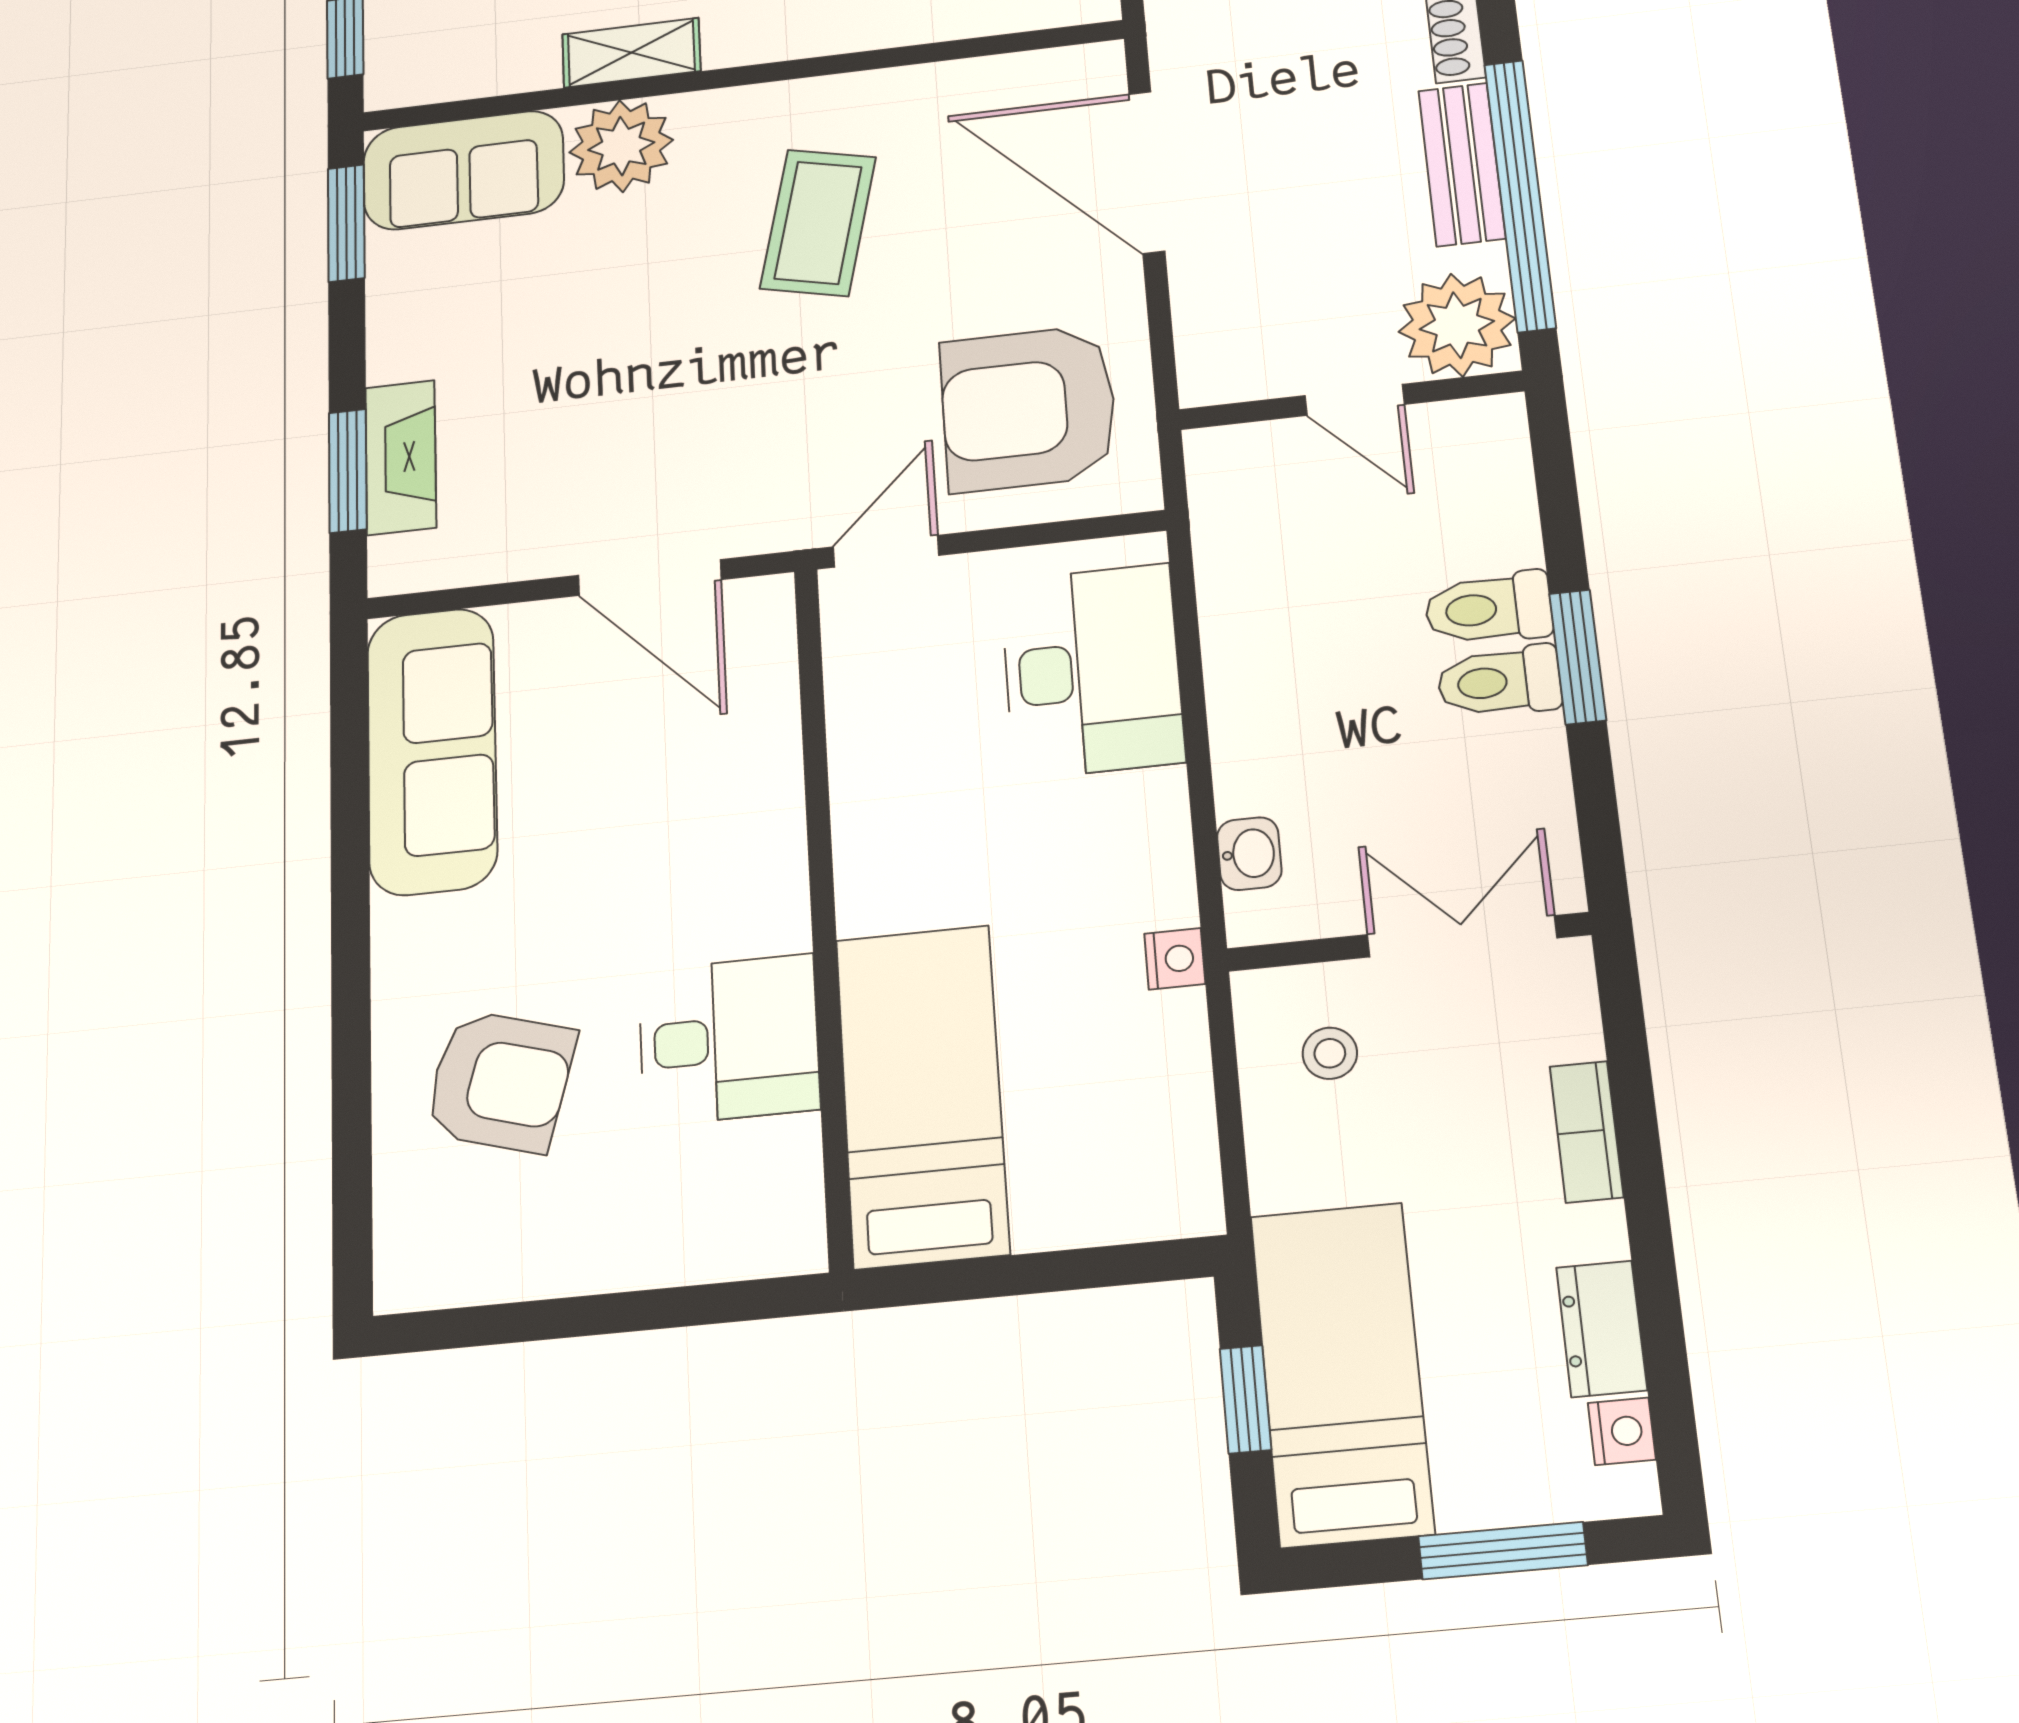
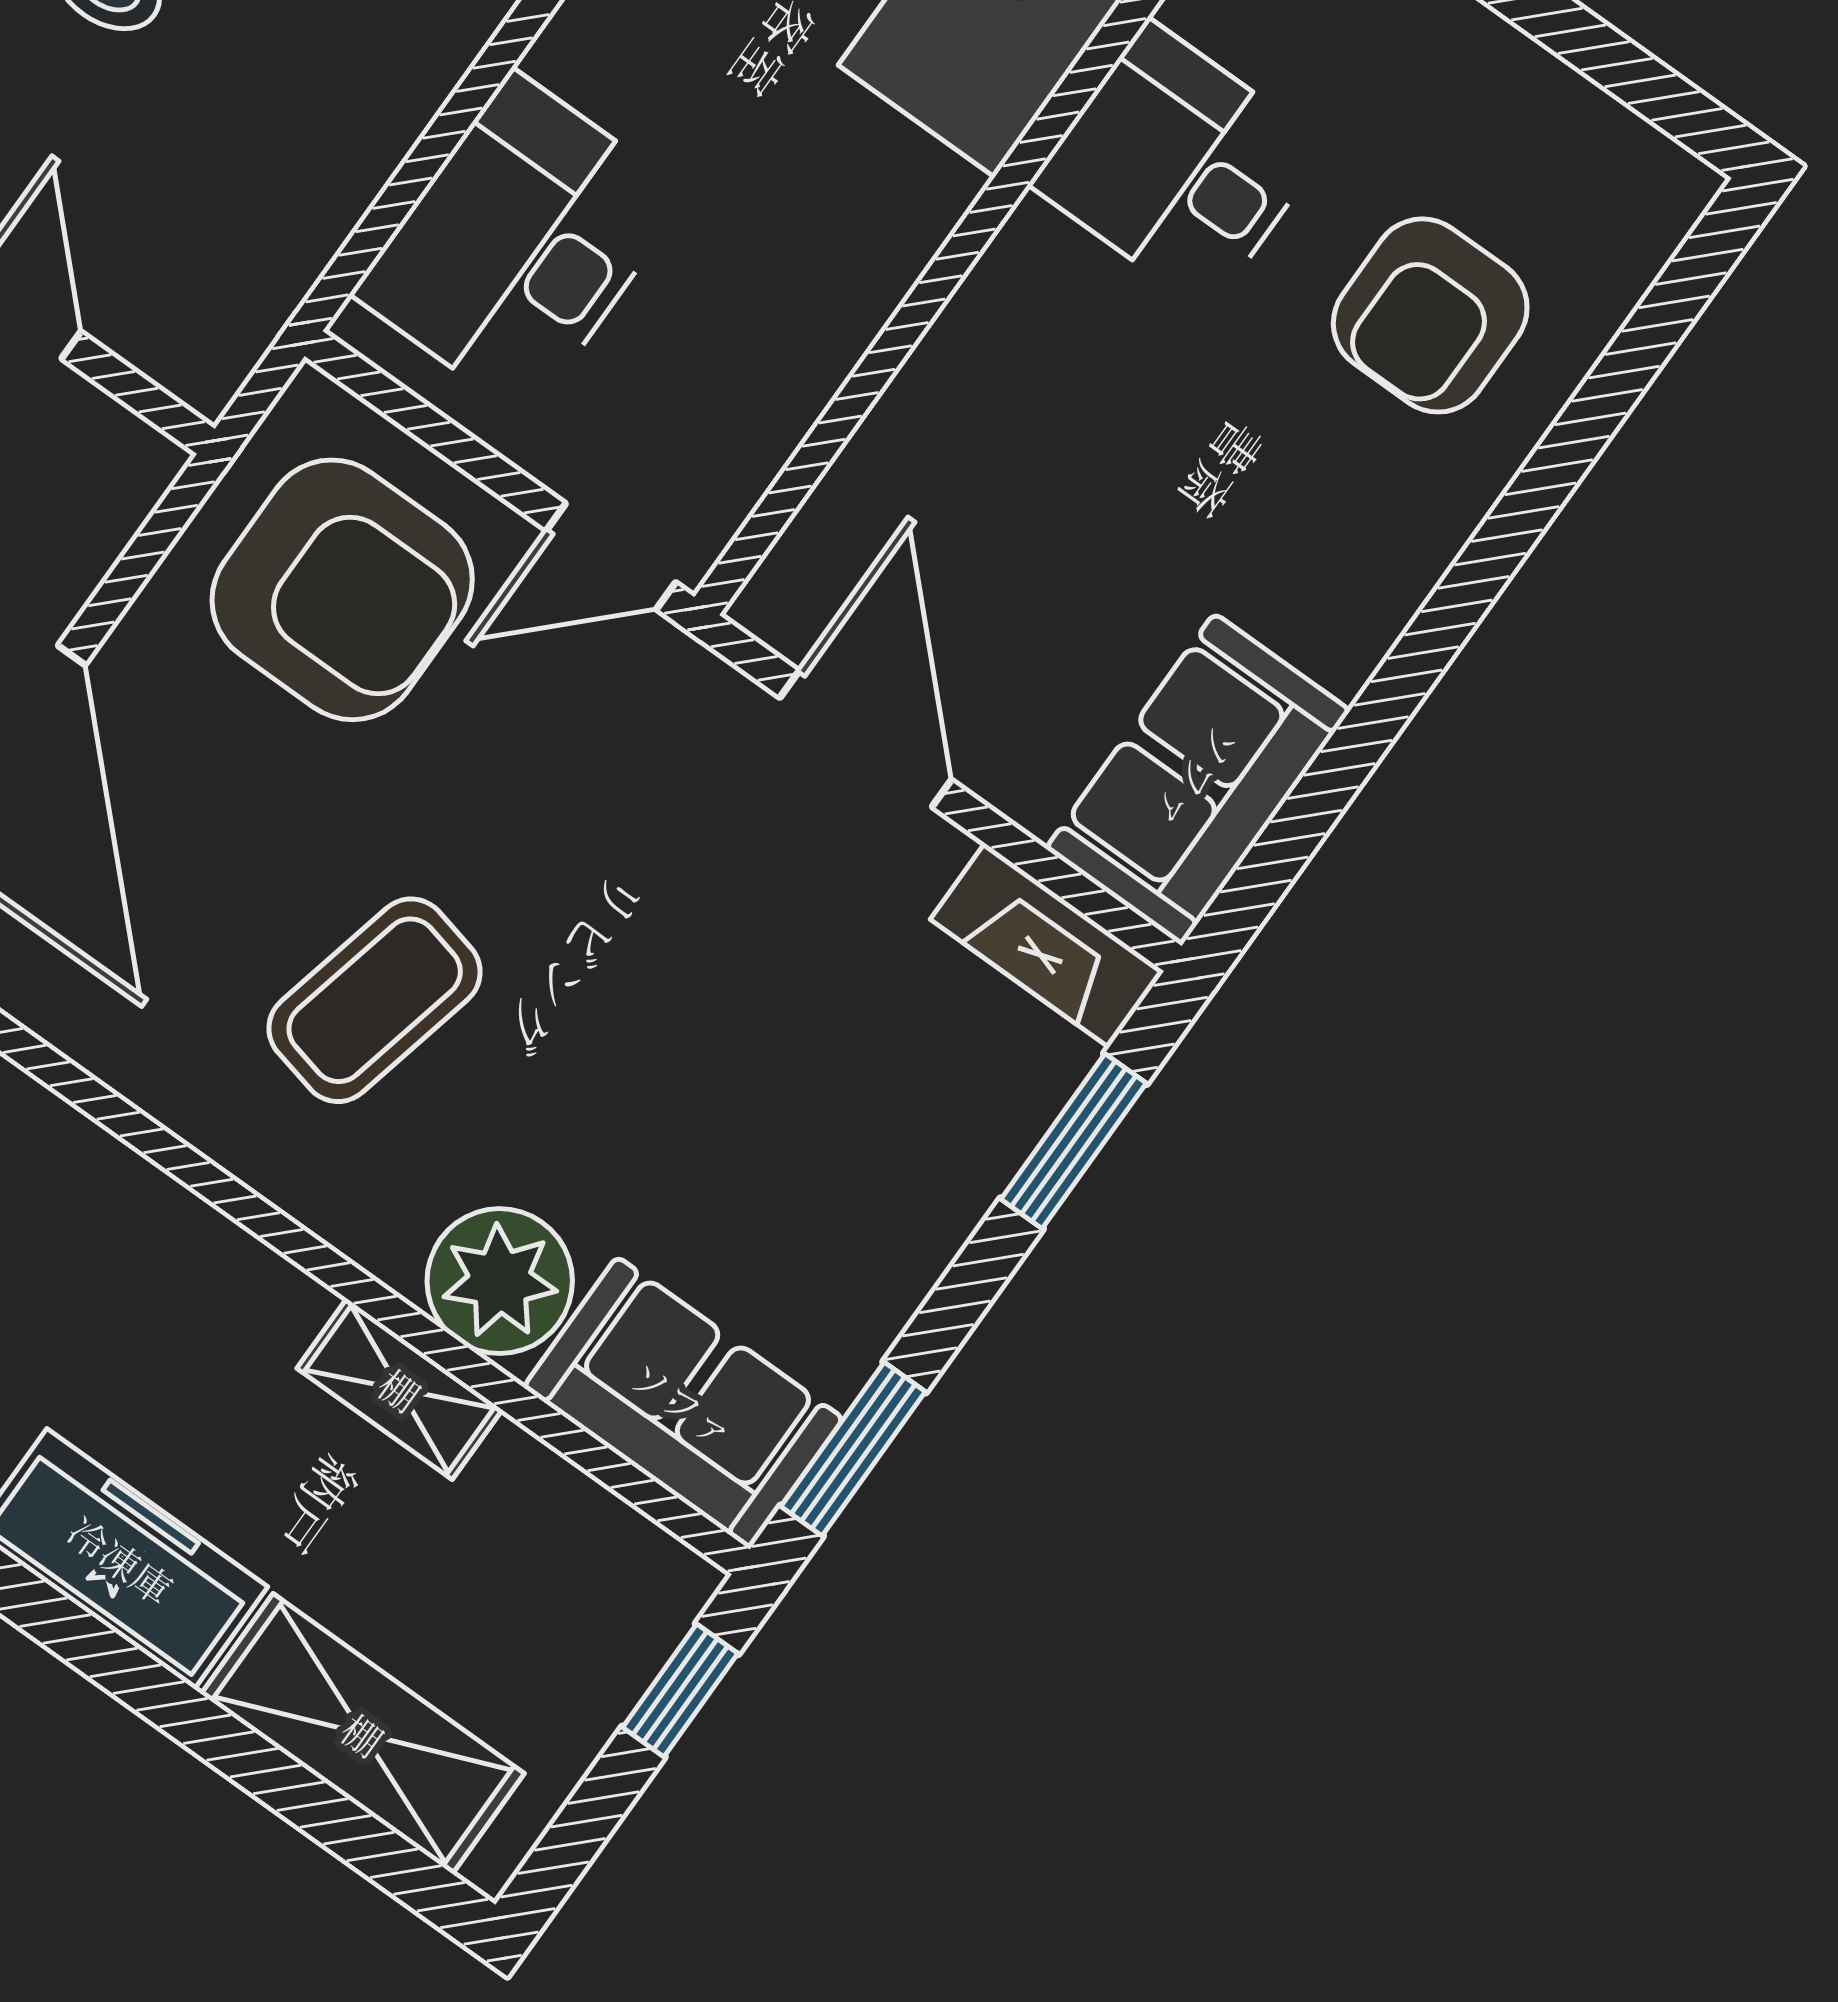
fireplace: (401, 457) -> (1047, 945), moved, turned -90
sofa: (432, 751) -> (1198, 779), width x0.73
armchair: (500, 1081) -> (1430, 315), turned -106

